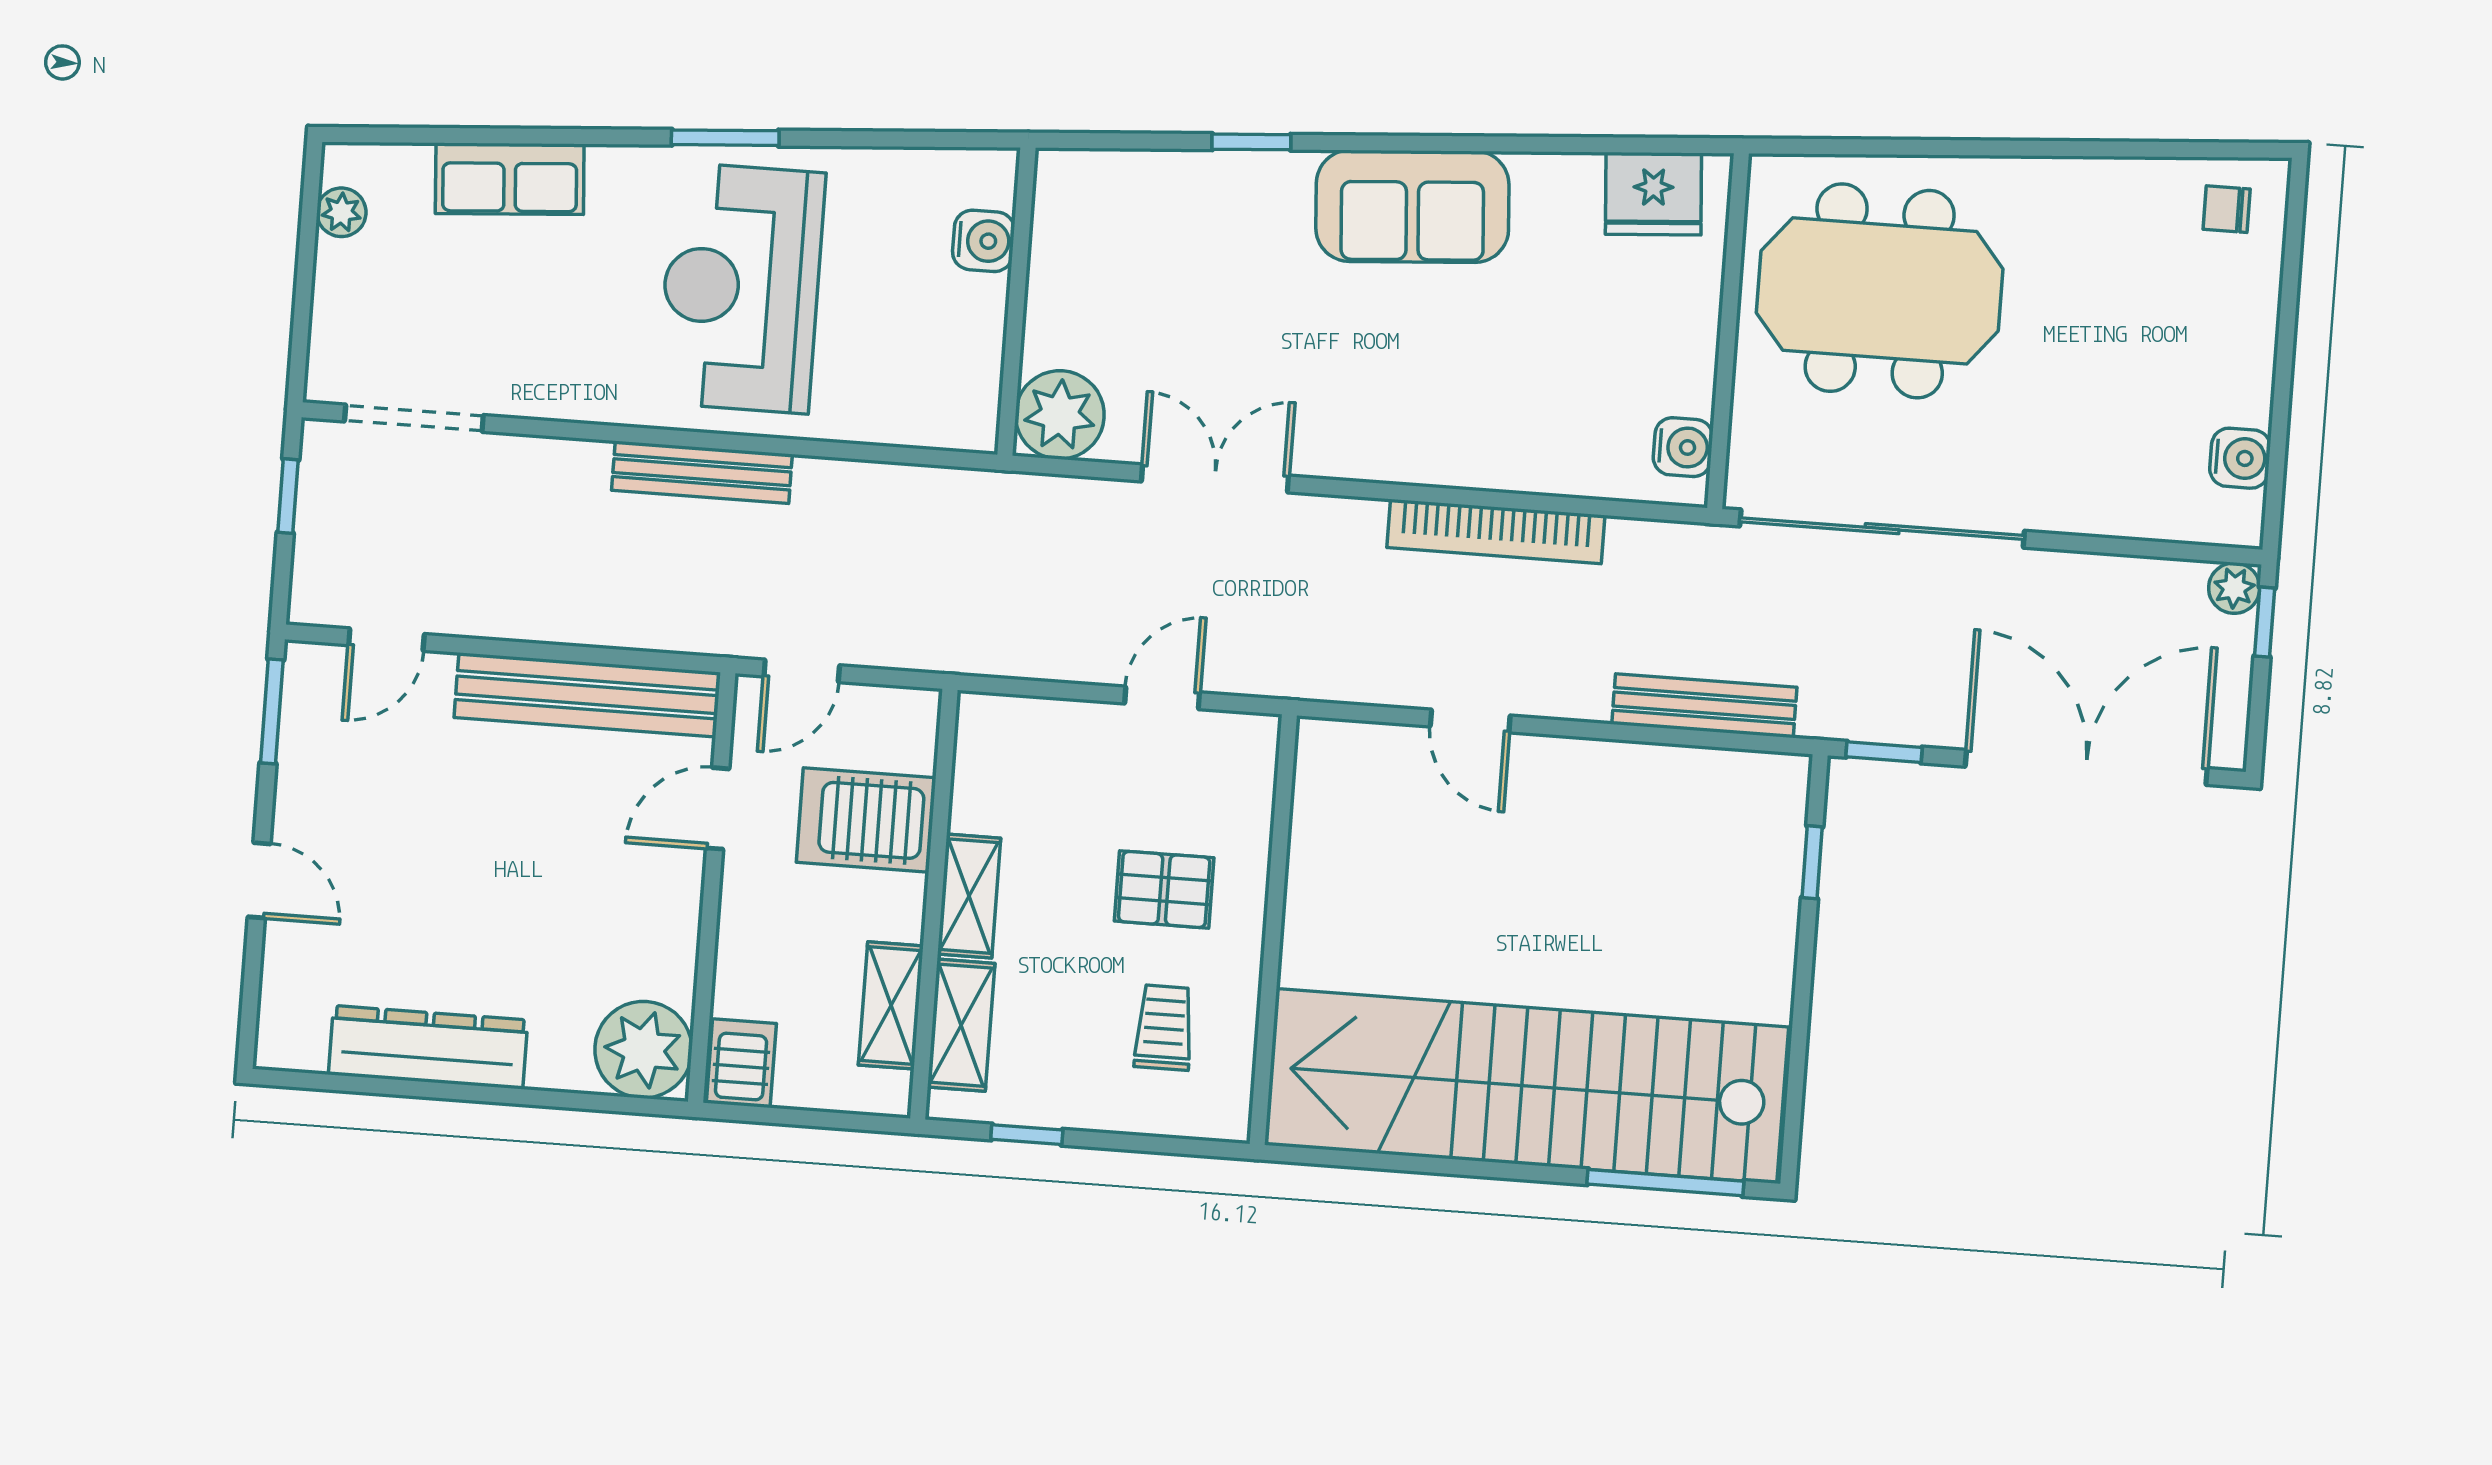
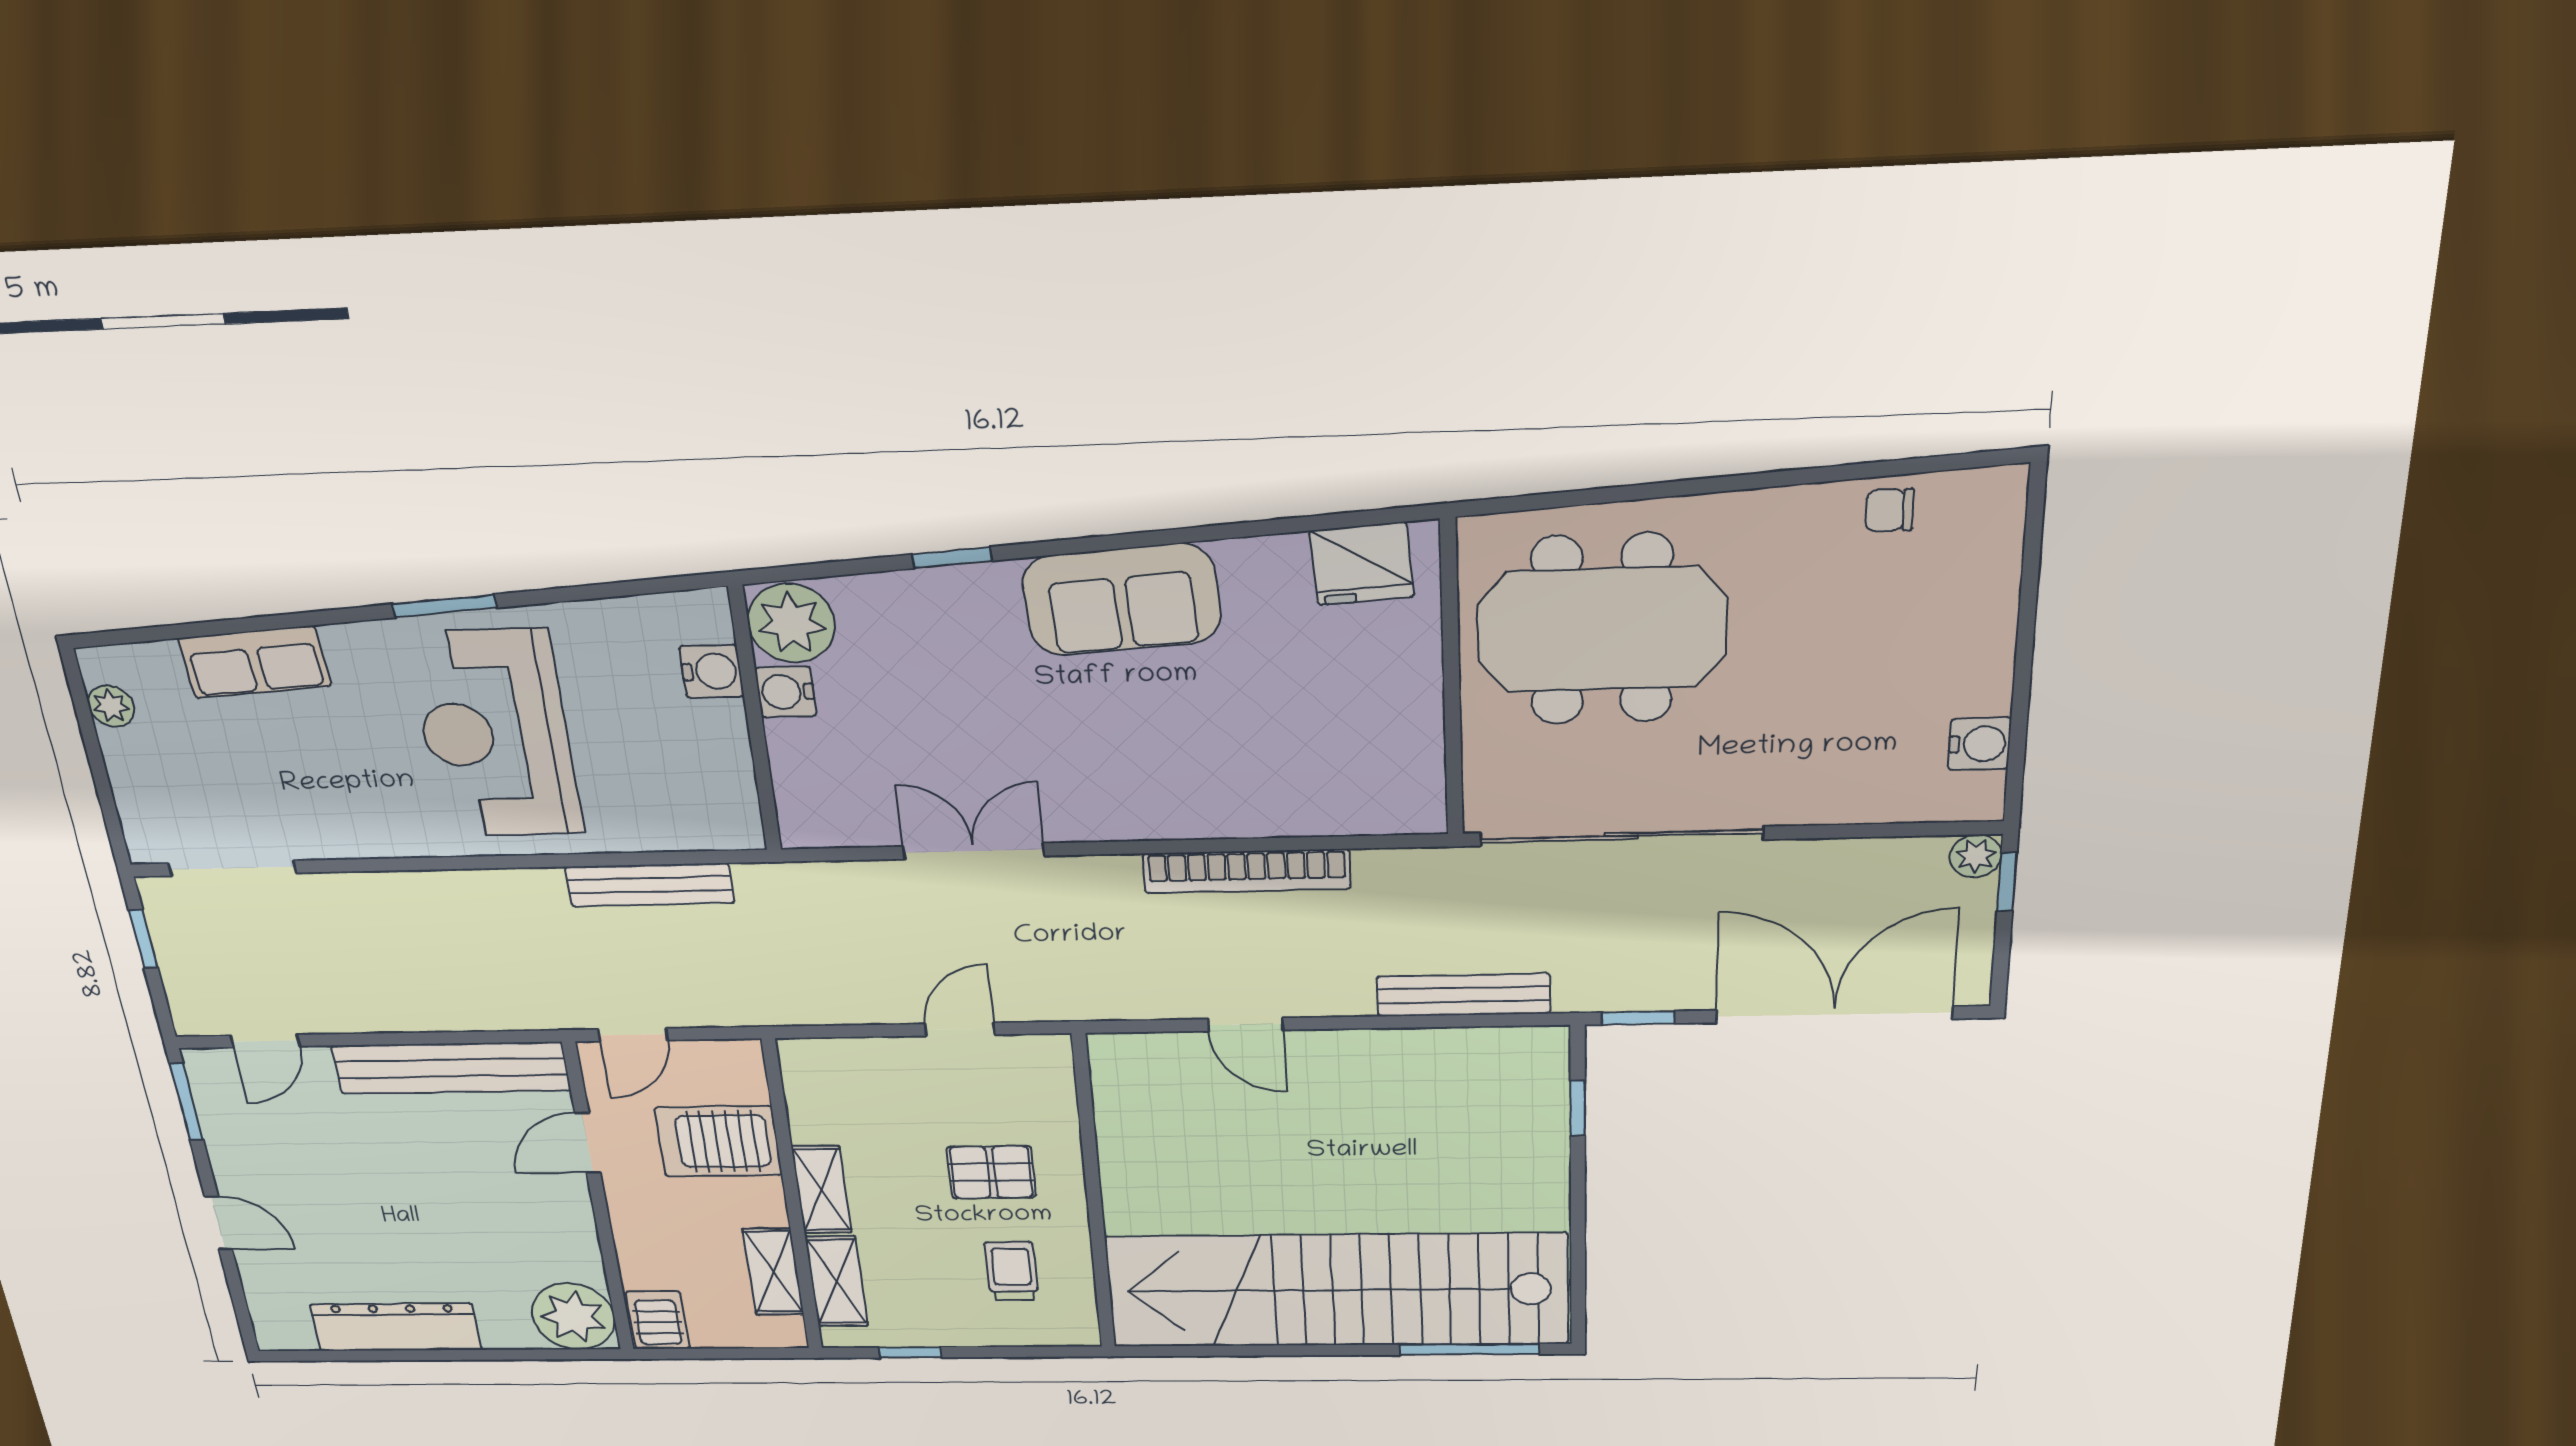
chair: (2227, 209) -> (1889, 510), moved
plant: (1060, 415) -> (791, 623), moved
water cooler: (1683, 447) -> (786, 692), moved, turned 180
bench: (702, 472) -> (650, 885), moved

